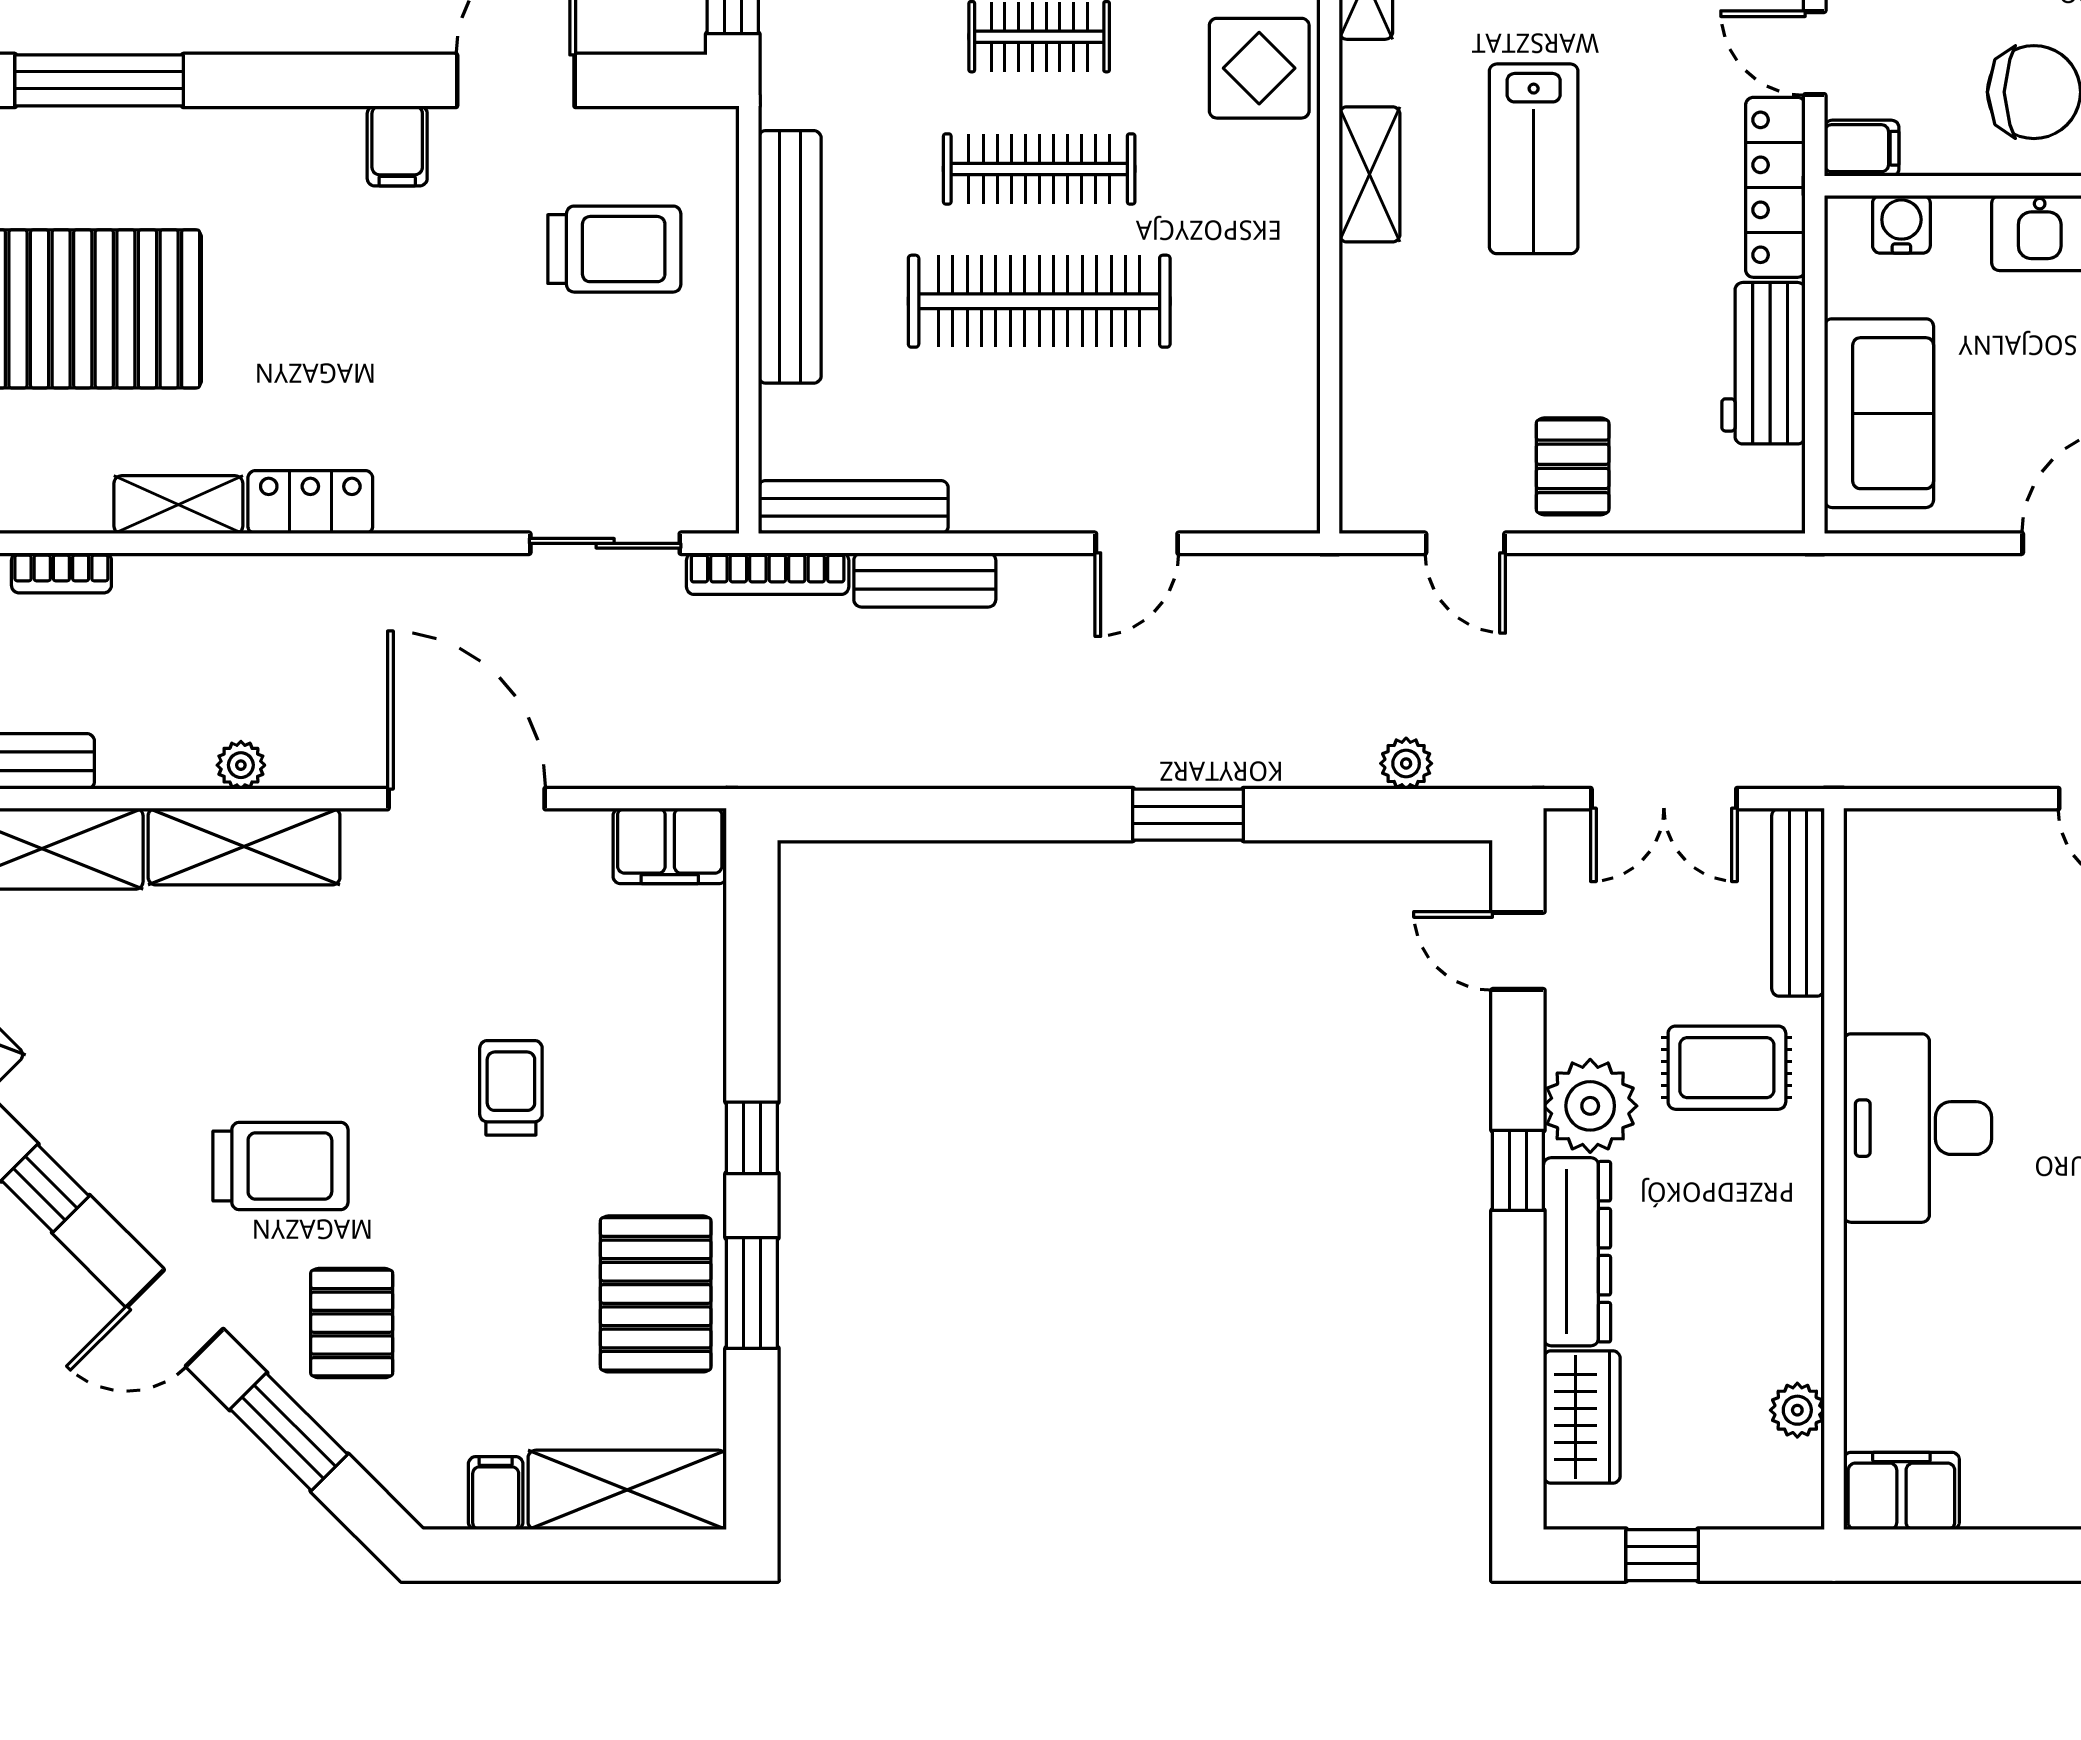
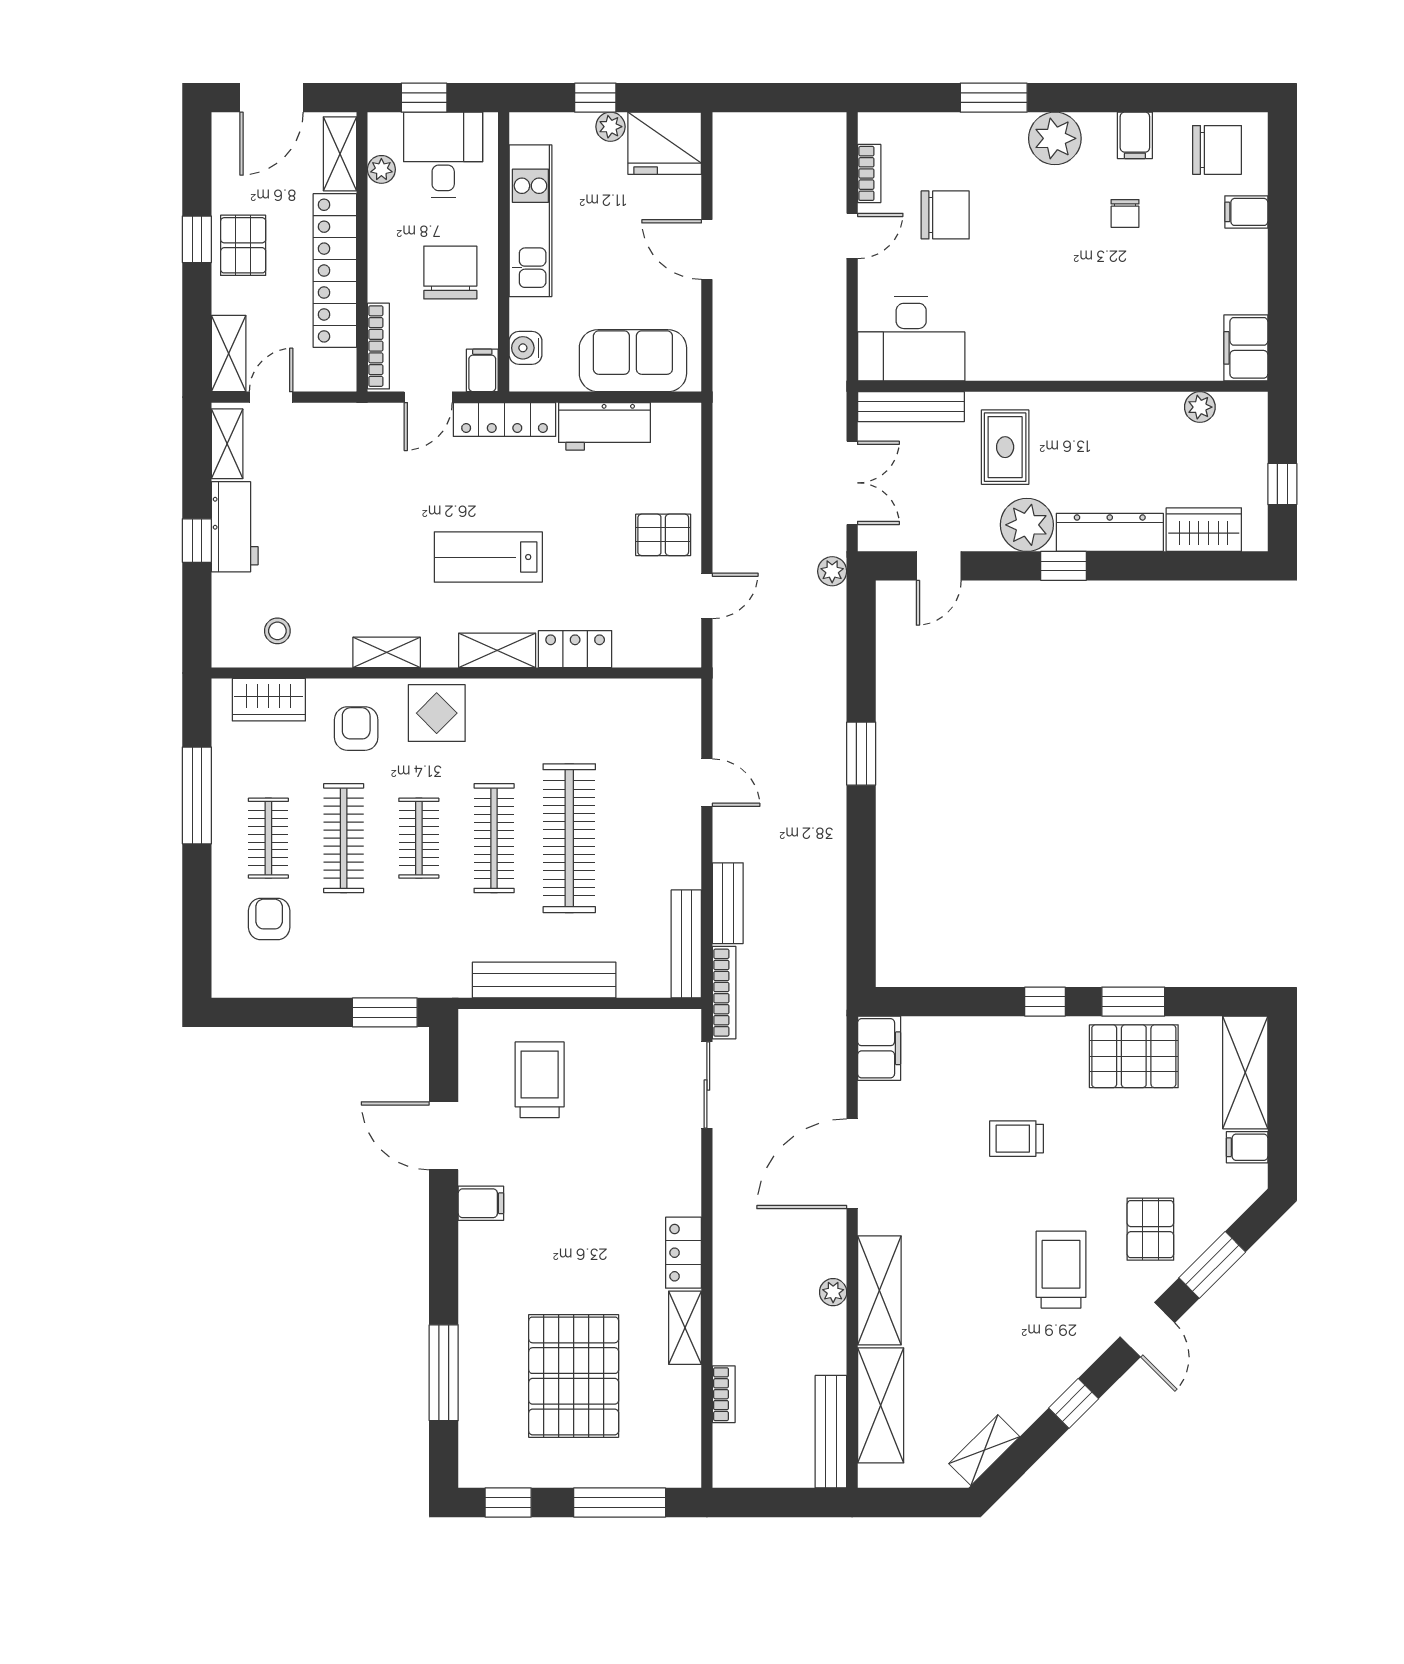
lab bench: (1534, 159) -> (488, 557), turned 180
locker: (1372, 311) -> (575, 649), added
plant: (1406, 763) -> (832, 571), moved
desk: (1918, 1128) -> (911, 339), moved
pallet: (352, 1323) -> (1150, 1229), turned 90

